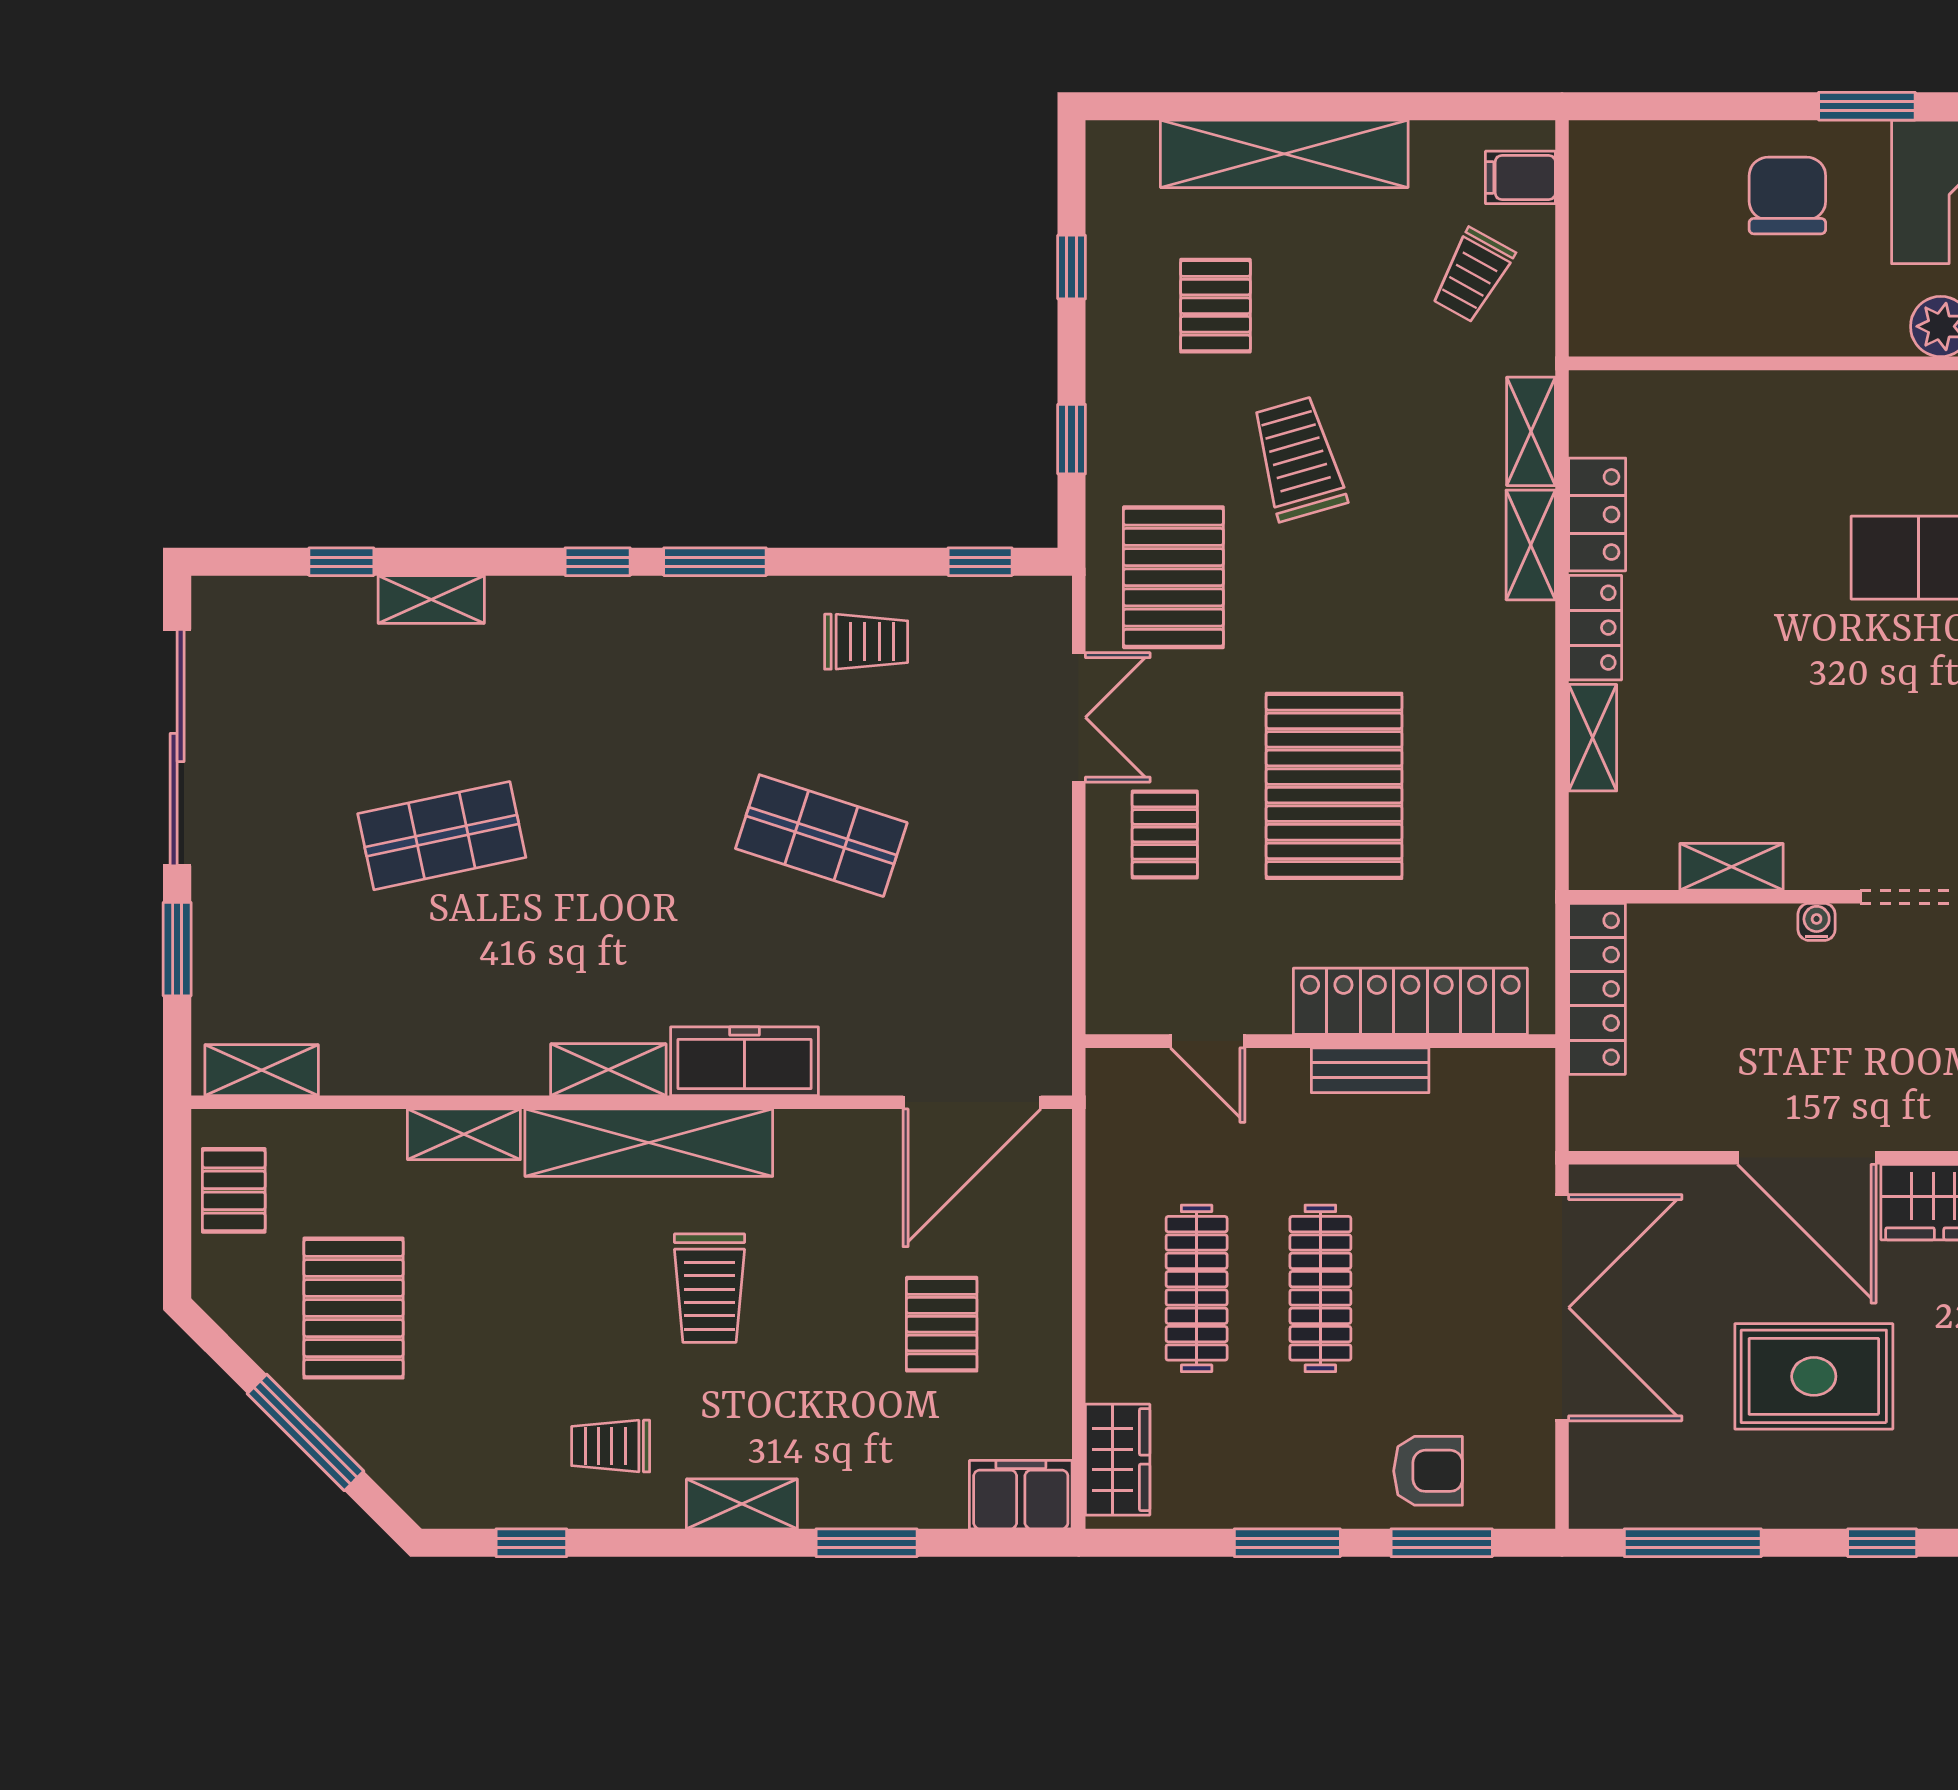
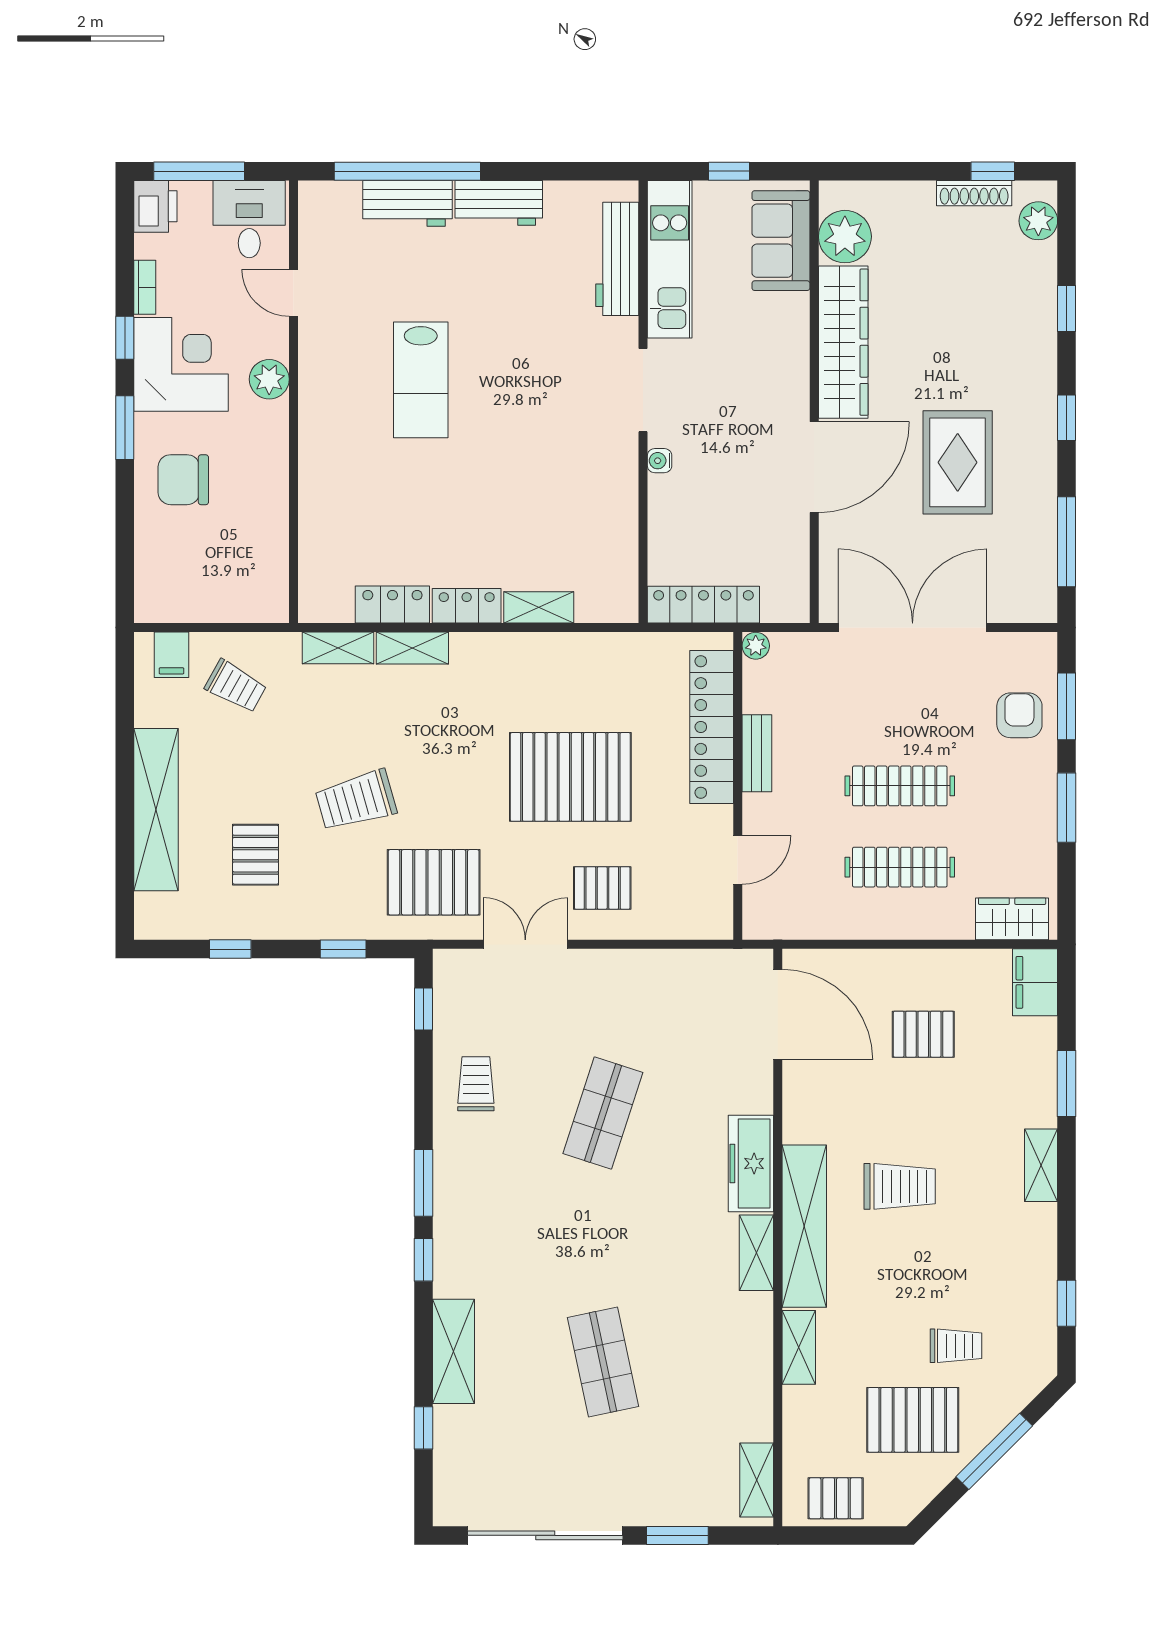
pallet: (1215, 306) -> (256, 855), turned 90
shelving: (431, 599) -> (453, 1351), width x1.50, depth x1.33
shelving: (1731, 867) -> (623, 516), removed
plant: (1534, 1069) -> (756, 646), added
trolley: (611, 1446) -> (956, 1346), moved, turned -90

